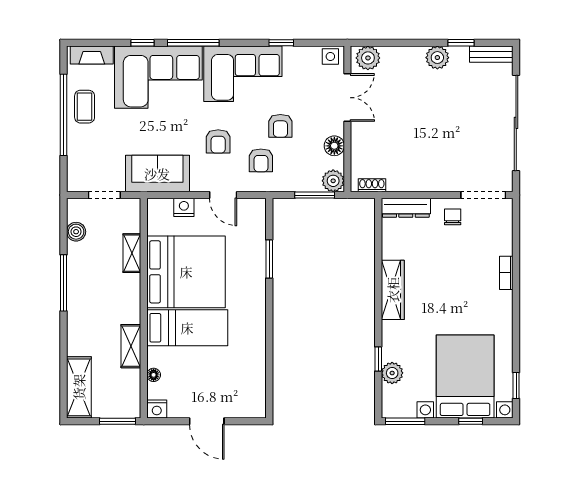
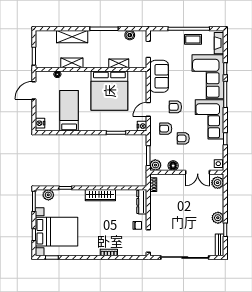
nightstand: (184, 207) -> (142, 126), moved
bed: (187, 328) -> (69, 111), moved, turned 180
plant: (392, 373) -> (48, 195), moved
shelving: (79, 387) -> (72, 37), moved
nightstand: (157, 409) -> (40, 123), moved
door: (207, 421) -> (34, 90), moved

